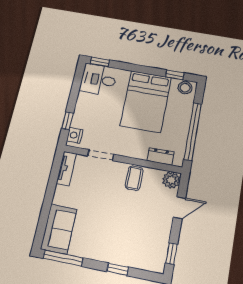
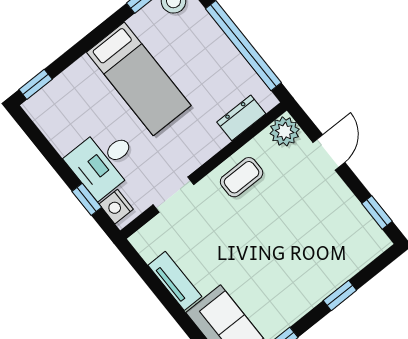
desk: (98, 80) -> (104, 162), moved
bed: (146, 101) -> (139, 79), width x0.67
tv unit: (66, 168) -> (175, 281), moved
coffee table: (134, 178) -> (242, 177), turned 90

